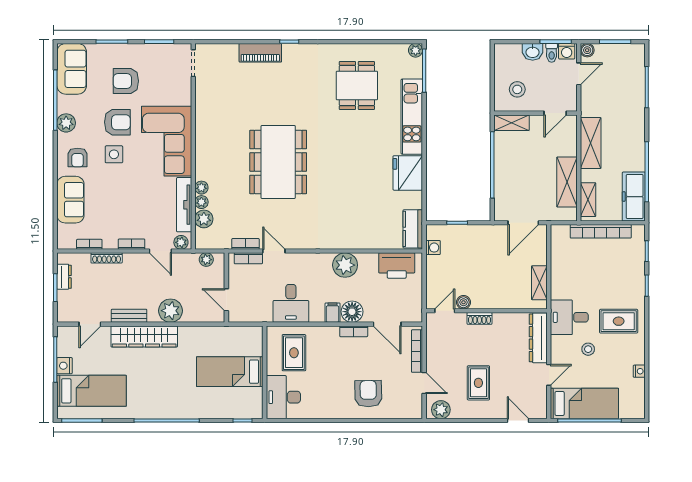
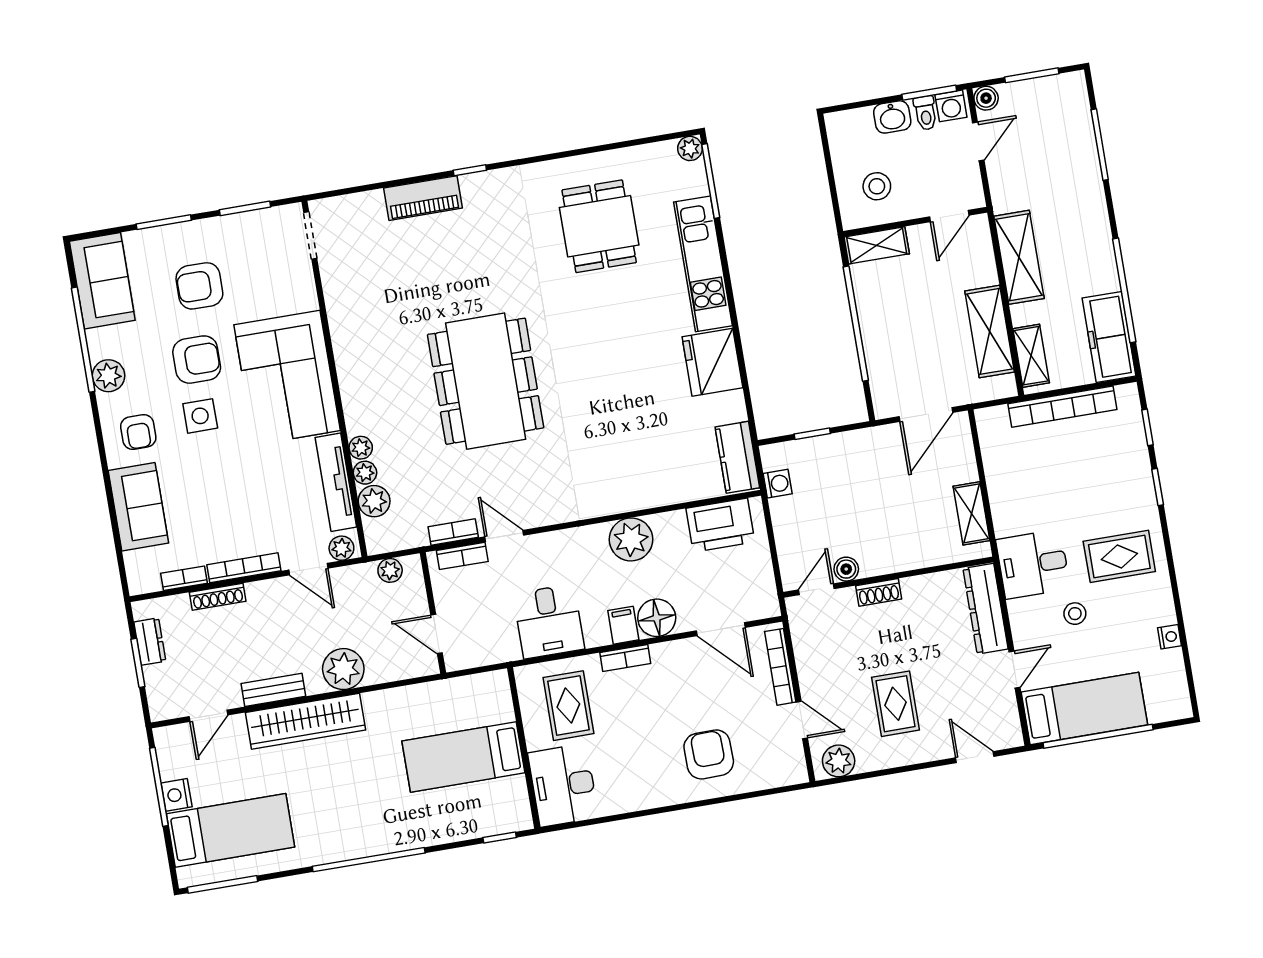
bookcase: (132, 244) -> (244, 568), width x1.56
bookcase: (354, 331) -> (625, 658), moved

